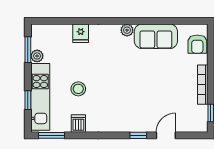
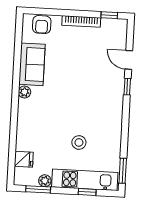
fridge: (81, 33) -> (24, 159), moved
armchair: (197, 44) -> (42, 25), turned 90
dishwasher: (78, 123) -> (113, 144), removed

